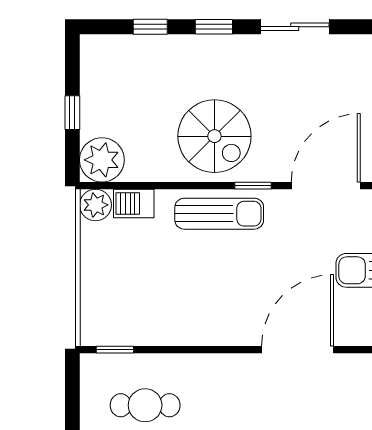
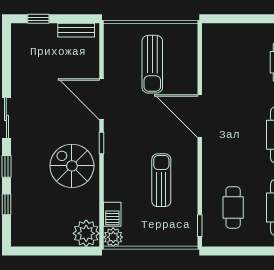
window: (72, 113) -> (58, 251), removed
spiral stairs: (214, 136) -> (72, 166), turned -90
sun lounger: (219, 214) -> (161, 180), moved

